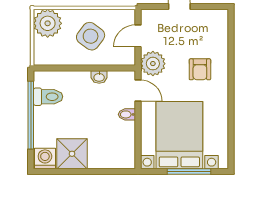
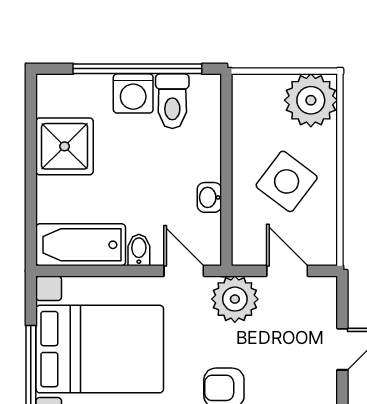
door: (138, 91) -> (184, 271), swing flipped
bathtub: (124, 145) -> (81, 245), added
washing machine: (45, 158) -> (133, 93), moved, turned 90

